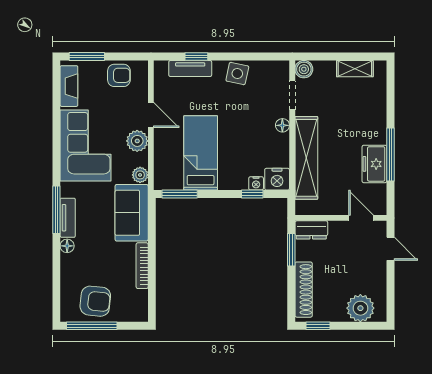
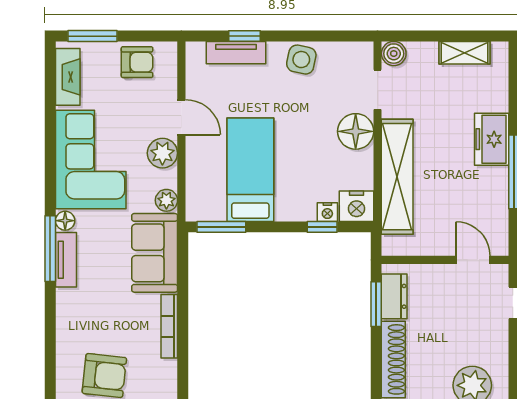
floor lamp: (282, 125) -> (356, 131), width x1.89, depth x1.89
freezer: (374, 164) -> (492, 139), moved
dresser: (311, 230) -> (394, 296), moved, turned -90
floor lamp: (67, 246) -> (65, 221), moved

